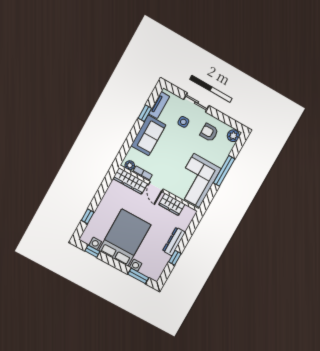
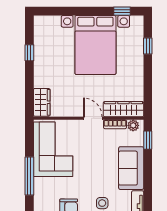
window: (145, 113) -> (148, 140), moved
wardrobe: (172, 204) -> (42, 102), moved, turned 90
dresser: (174, 241) -> (40, 70), removed
window: (138, 276) -> (58, 11), removed

